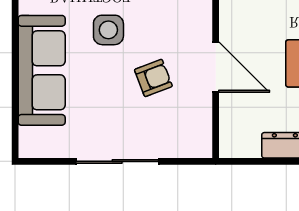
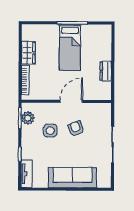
side table: (108, 30) -> (50, 131), moved

